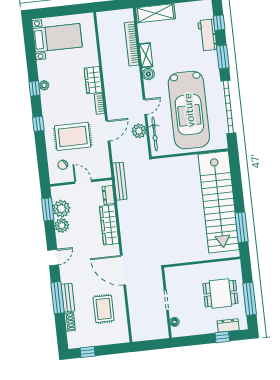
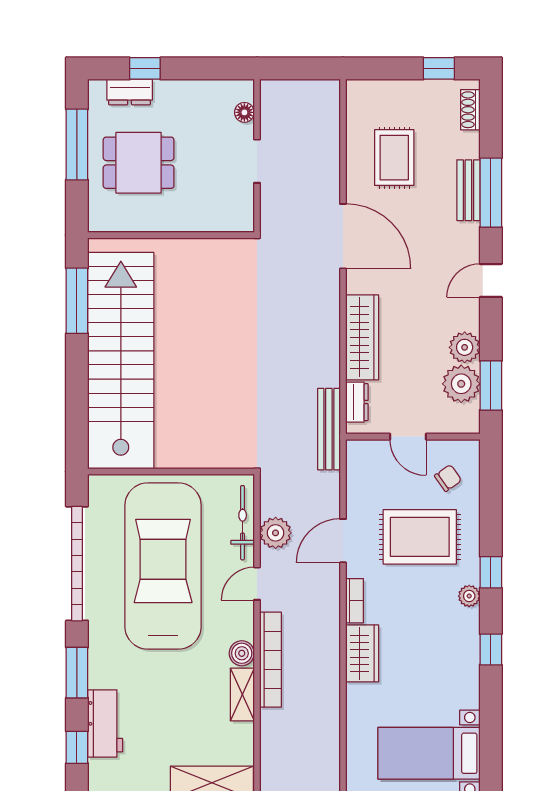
bookcase: (132, 44) -> (271, 660), moved
plant: (44, 85) -> (469, 596), moved
shoe rack: (70, 322) -> (470, 110), moved

